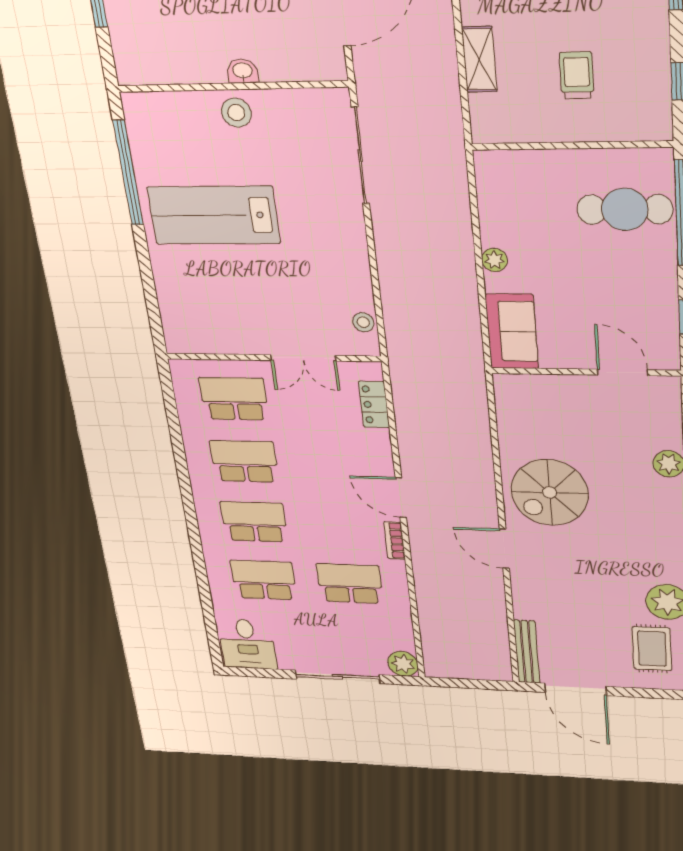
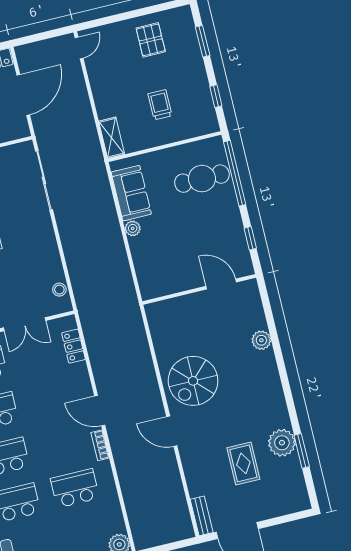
shelving: (479, 59) -> (112, 138), moved
sofa: (512, 331) -> (131, 193), moved
rug: (652, 649) -> (243, 463), moved
bench: (527, 652) -> (202, 516), width x0.73

